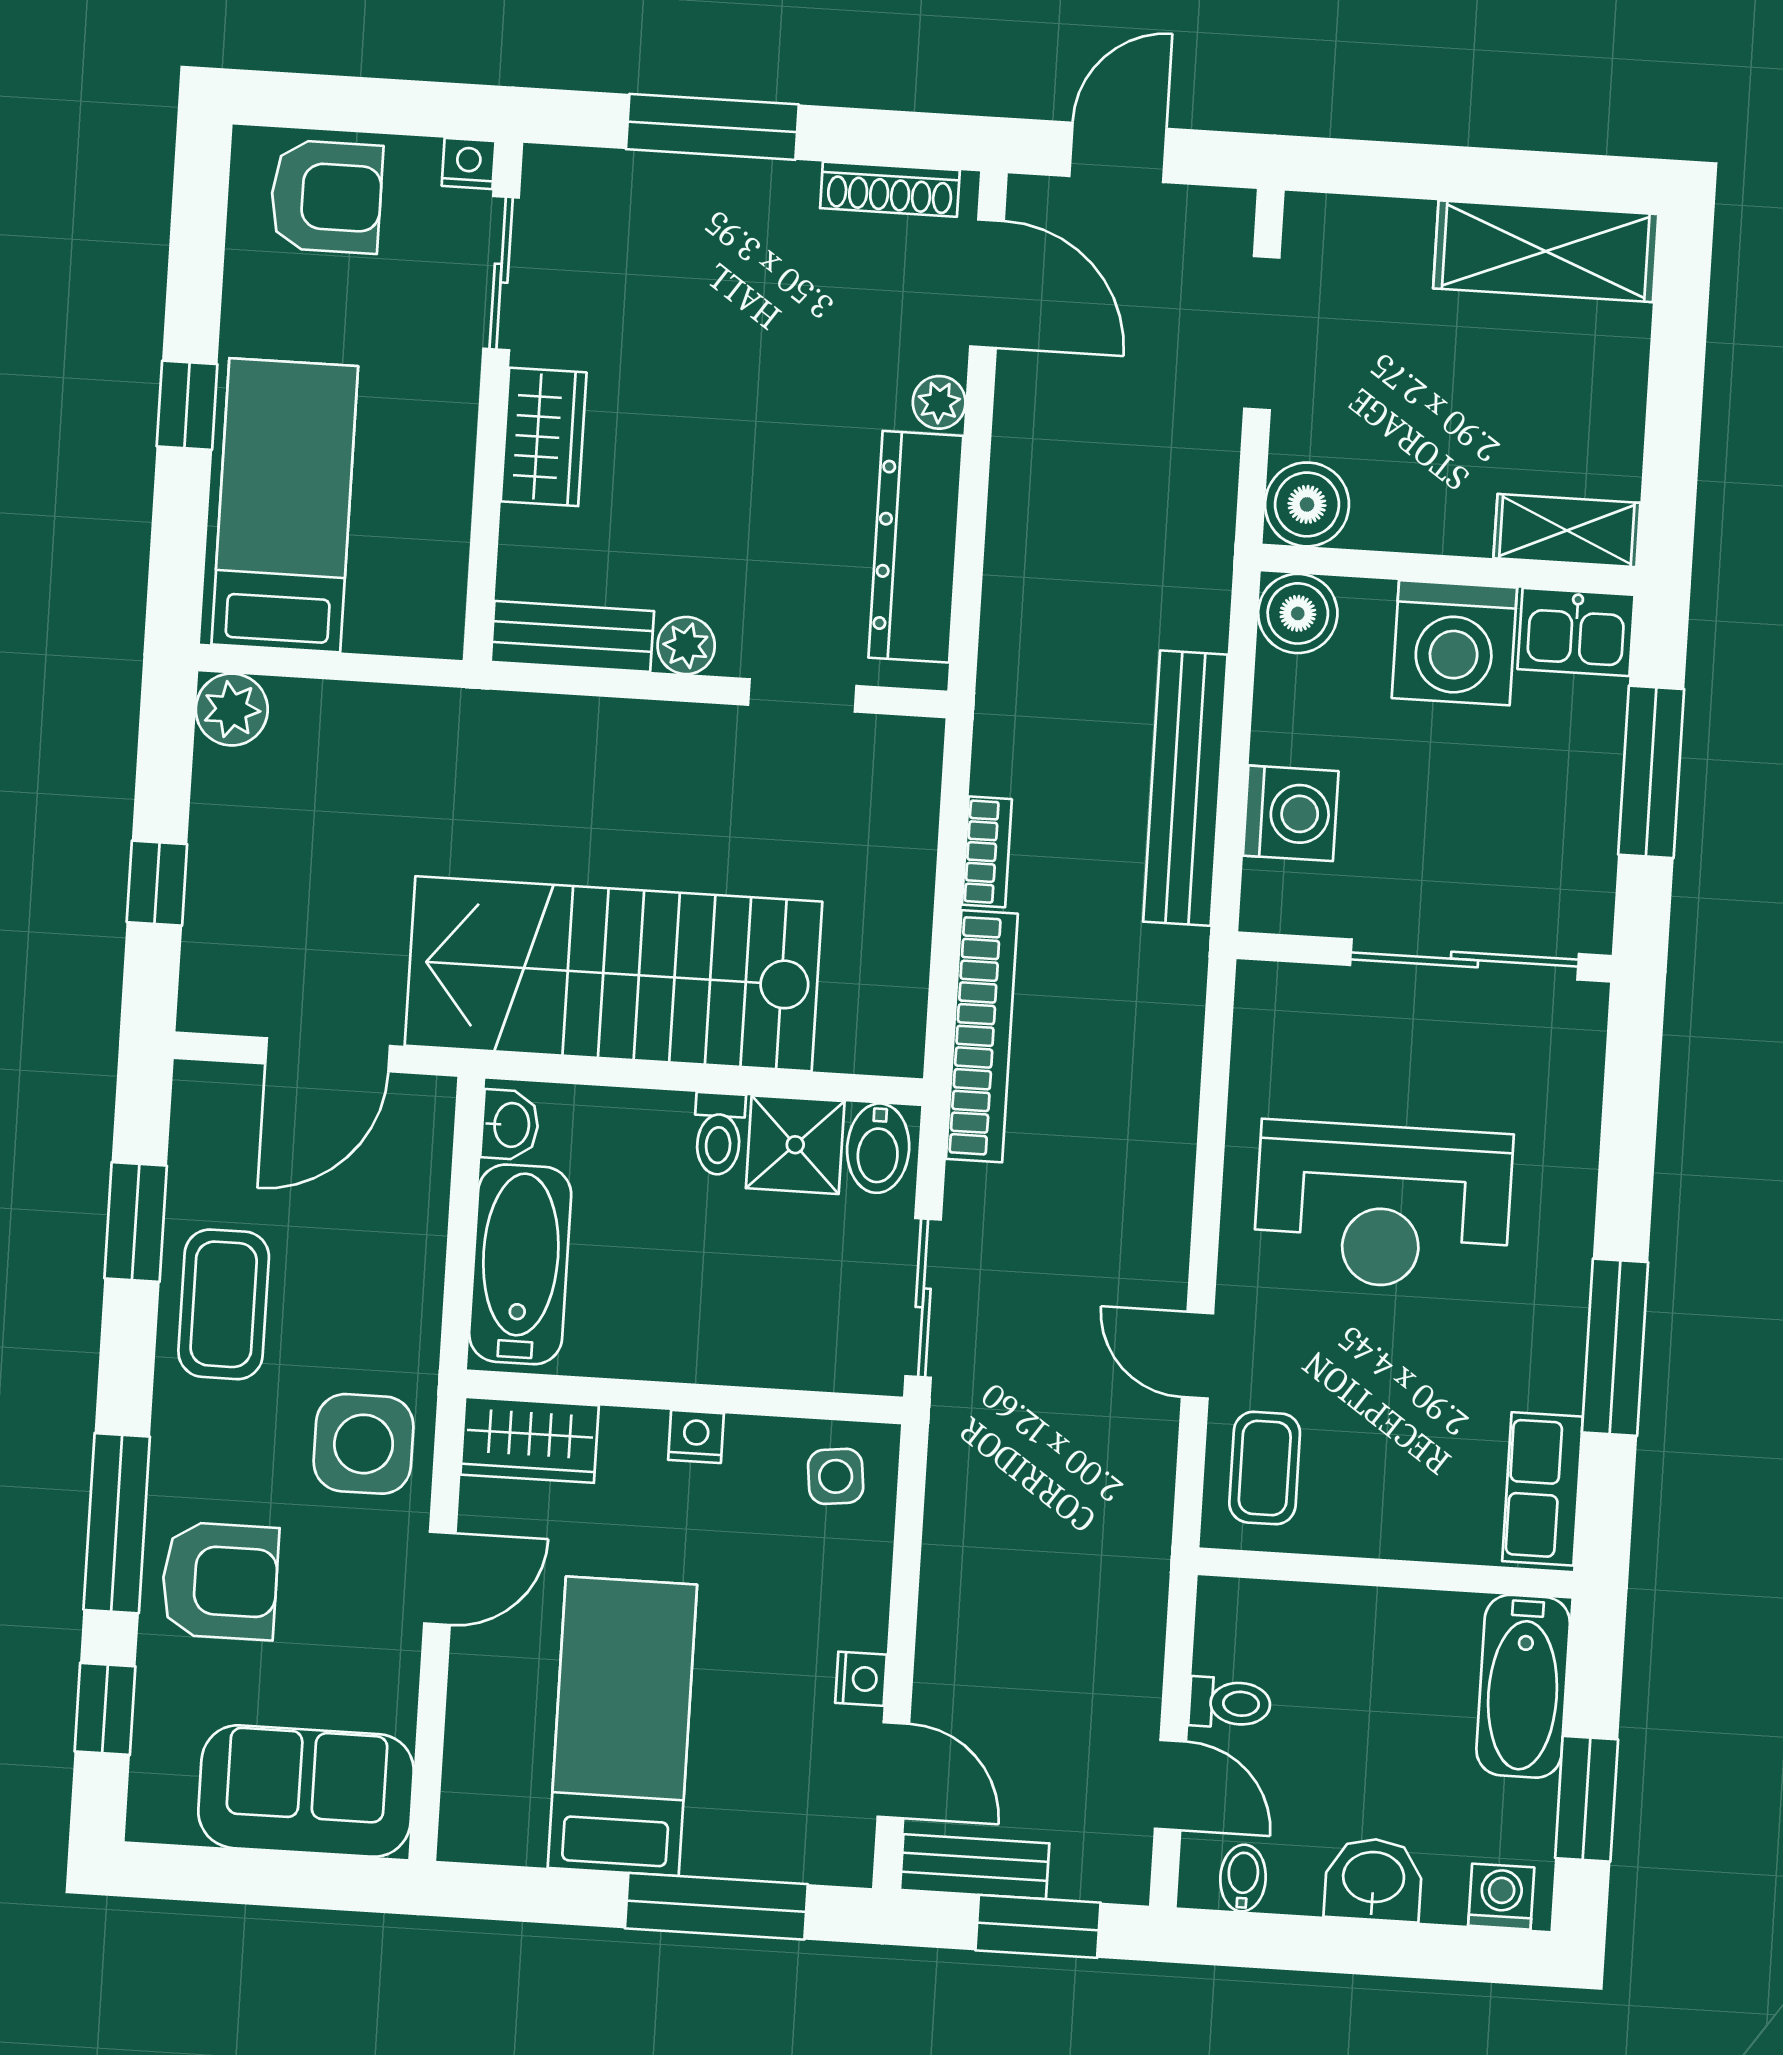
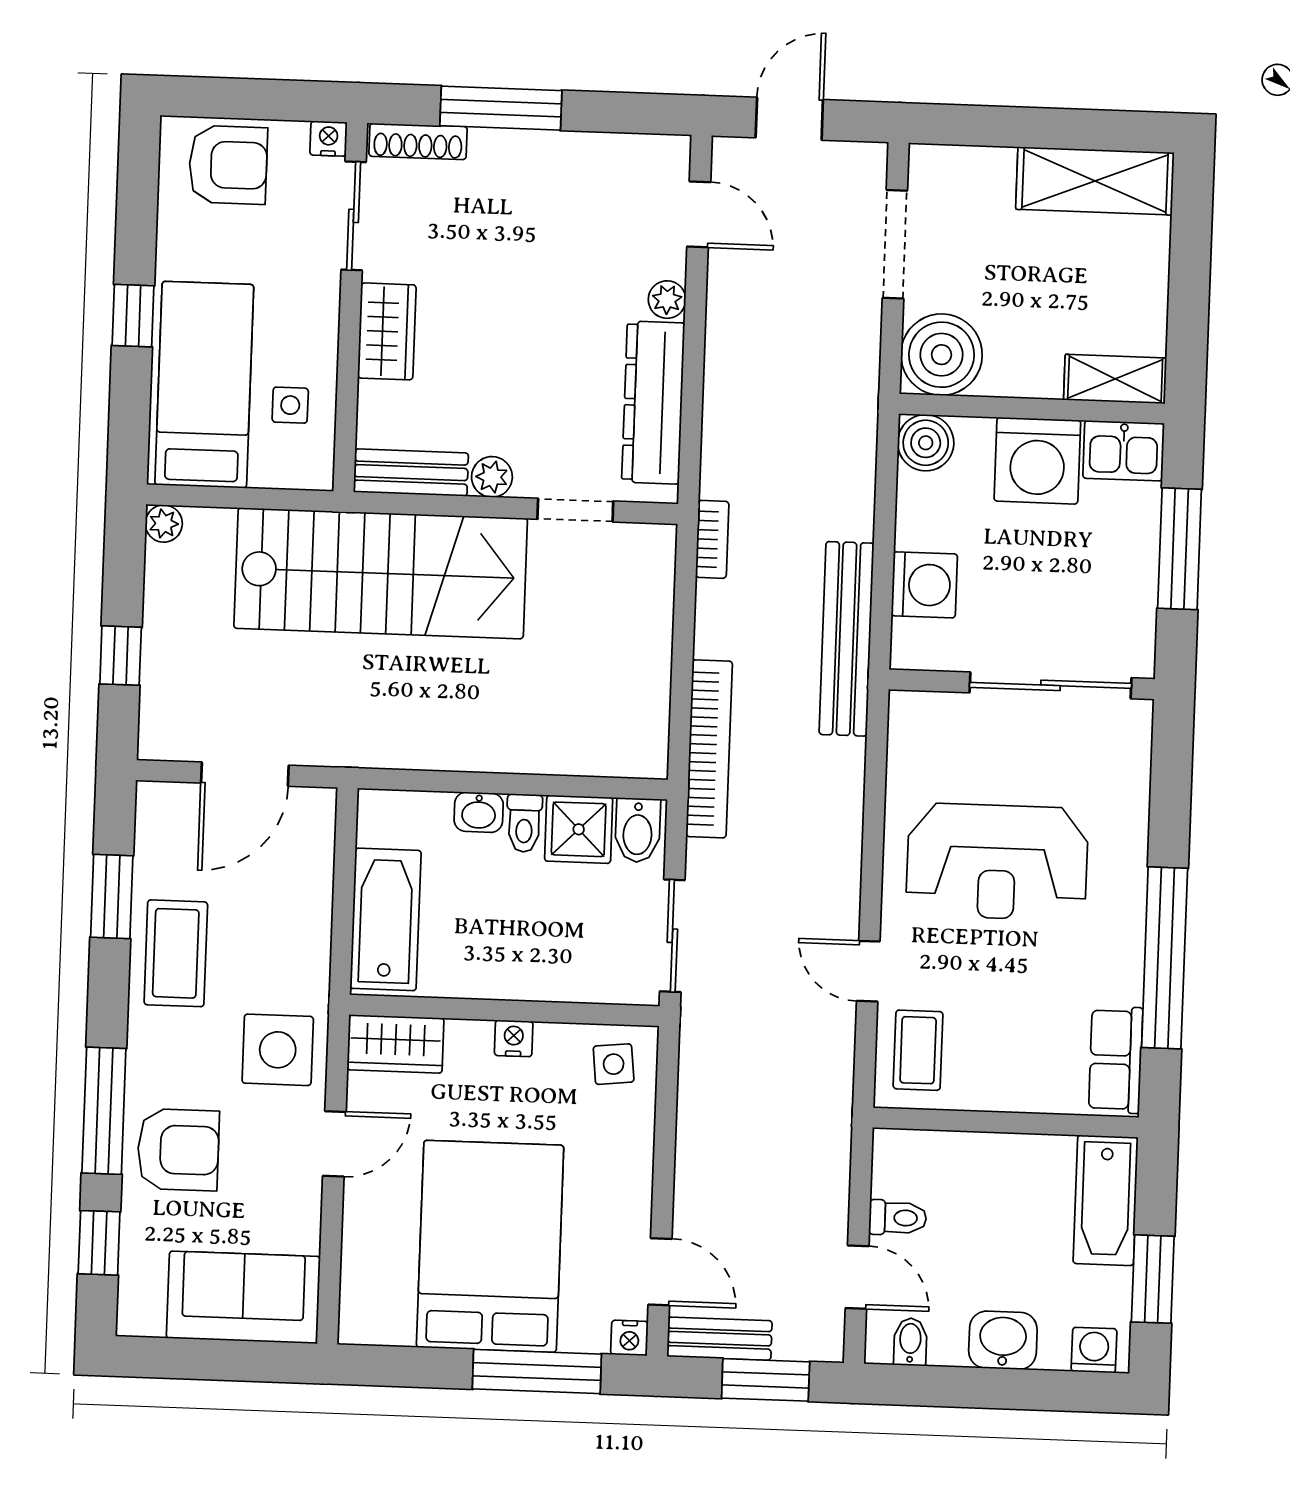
shoe rack: (890, 189) -> (418, 141), moved
door: (987, 284) -> (699, 214), width x0.73
boiler: (1307, 504) -> (942, 355), width x1.37, depth x1.37
side table: (405, 537) -> (290, 405), added
plant: (232, 709) -> (164, 524), width x0.73, depth x0.73
bench: (1185, 788) -> (847, 639), moved
bookcase: (987, 852) -> (712, 539), moved
stairs: (613, 974) -> (381, 573), moved, turned 180
washbasin: (510, 1125) -> (479, 812), moved, turned 90
window: (1615, 1347) -> (1165, 958), width x1.46
nightstand: (861, 1679) -> (629, 1338), moved, turned 90
bed: (622, 1726) -> (490, 1246), width x1.50

